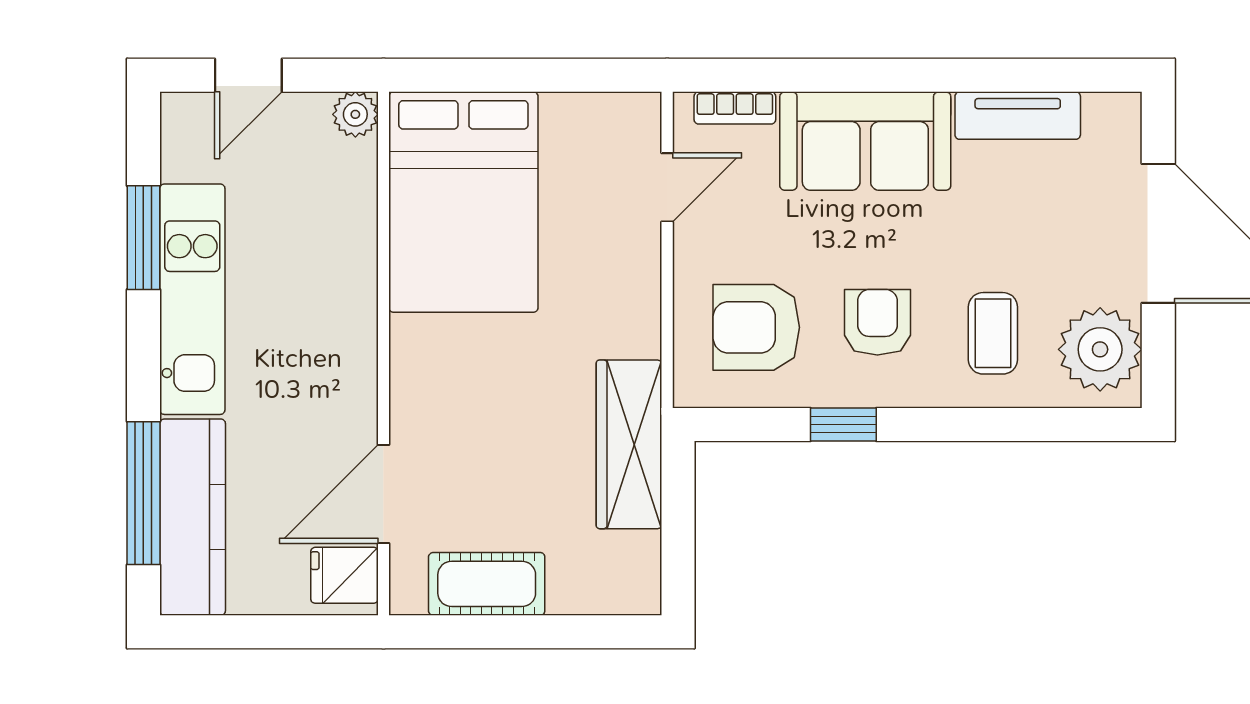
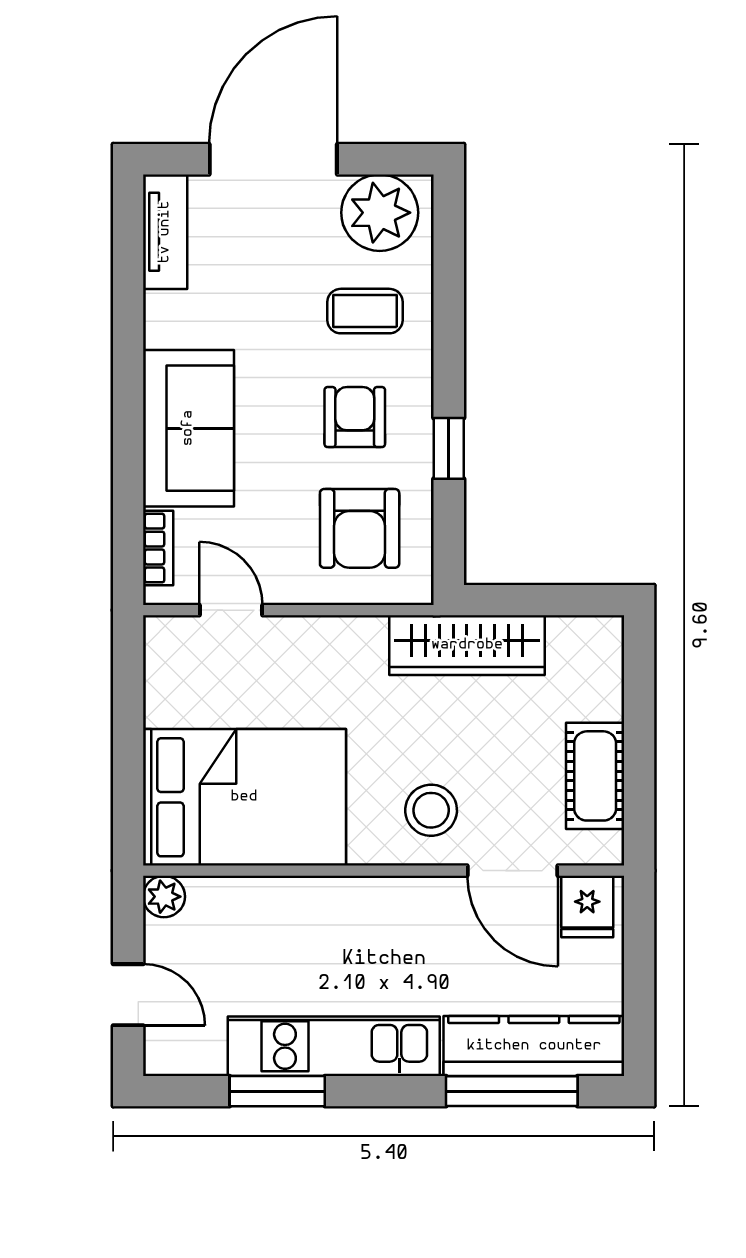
tv unit: (1018, 116) -> (165, 232), moved
armchair: (877, 322) -> (355, 417), turned 90
stool: (449, 405) -> (431, 810), added

